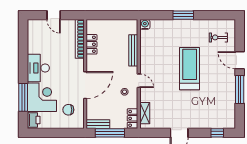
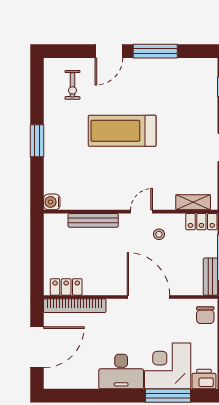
door: (54, 15) -> (37, 347), width x1.88
locker: (91, 44) -> (66, 287), moved
chair: (68, 110) -> (205, 315), moved

